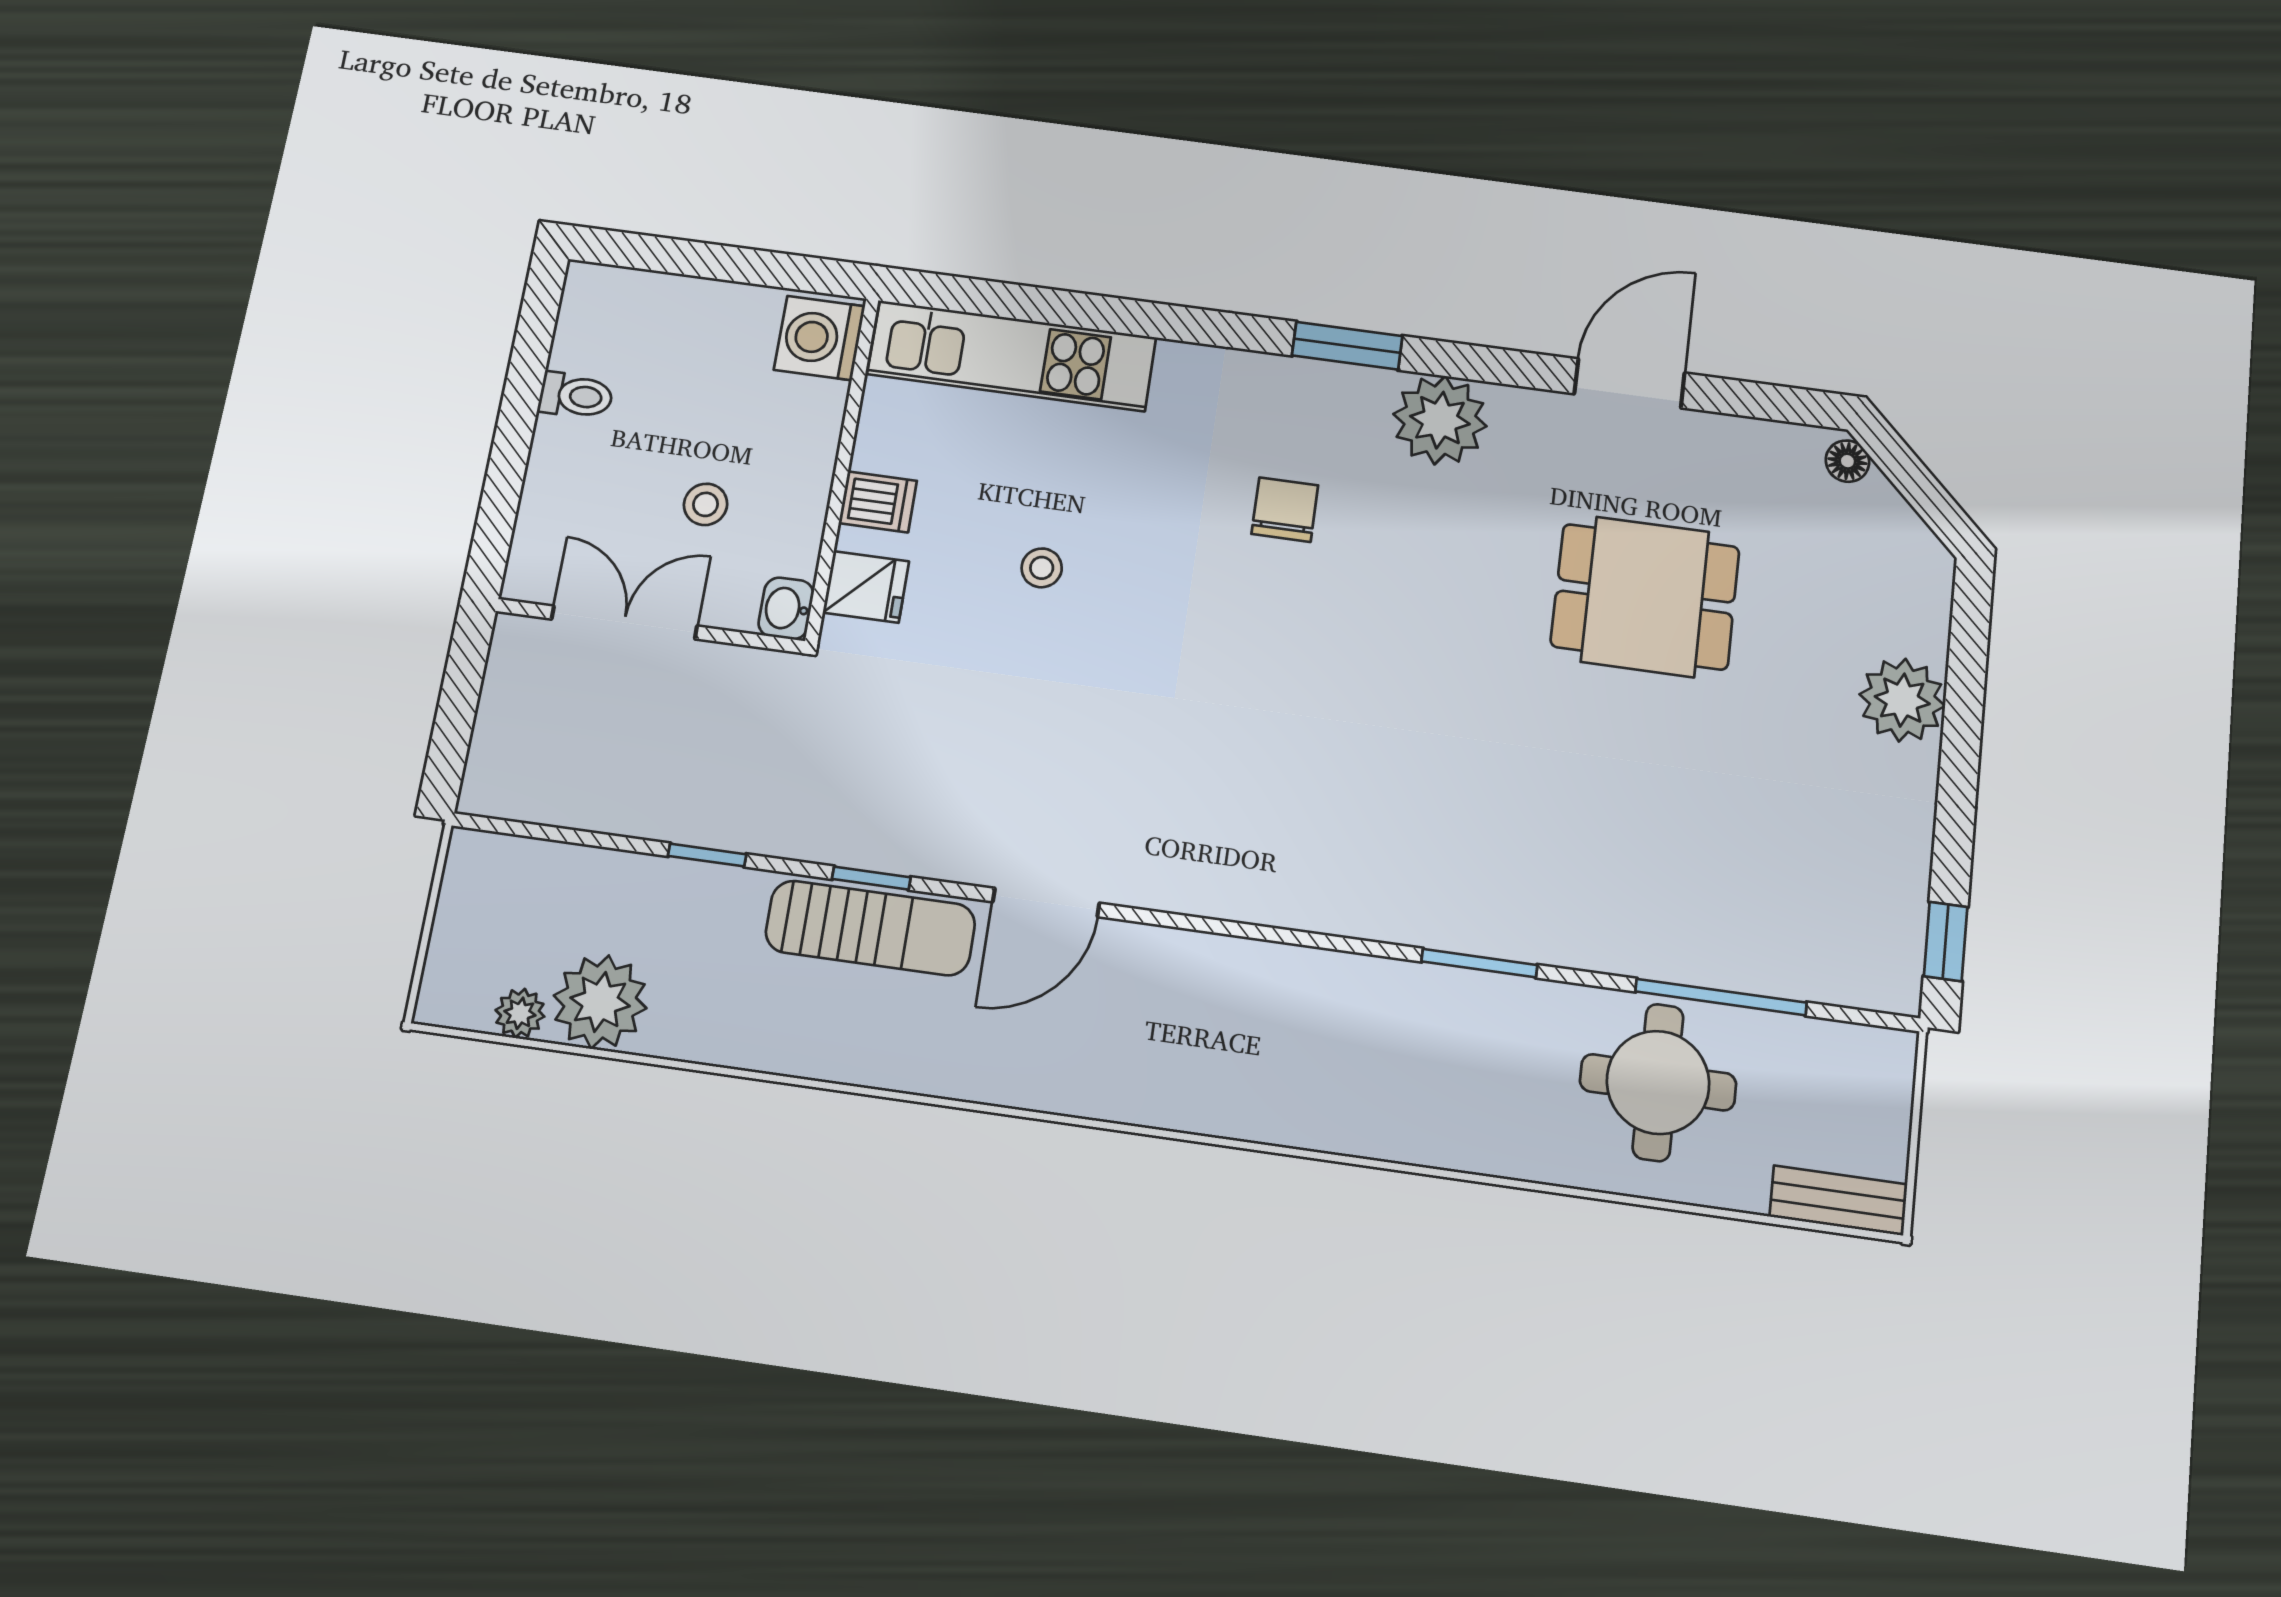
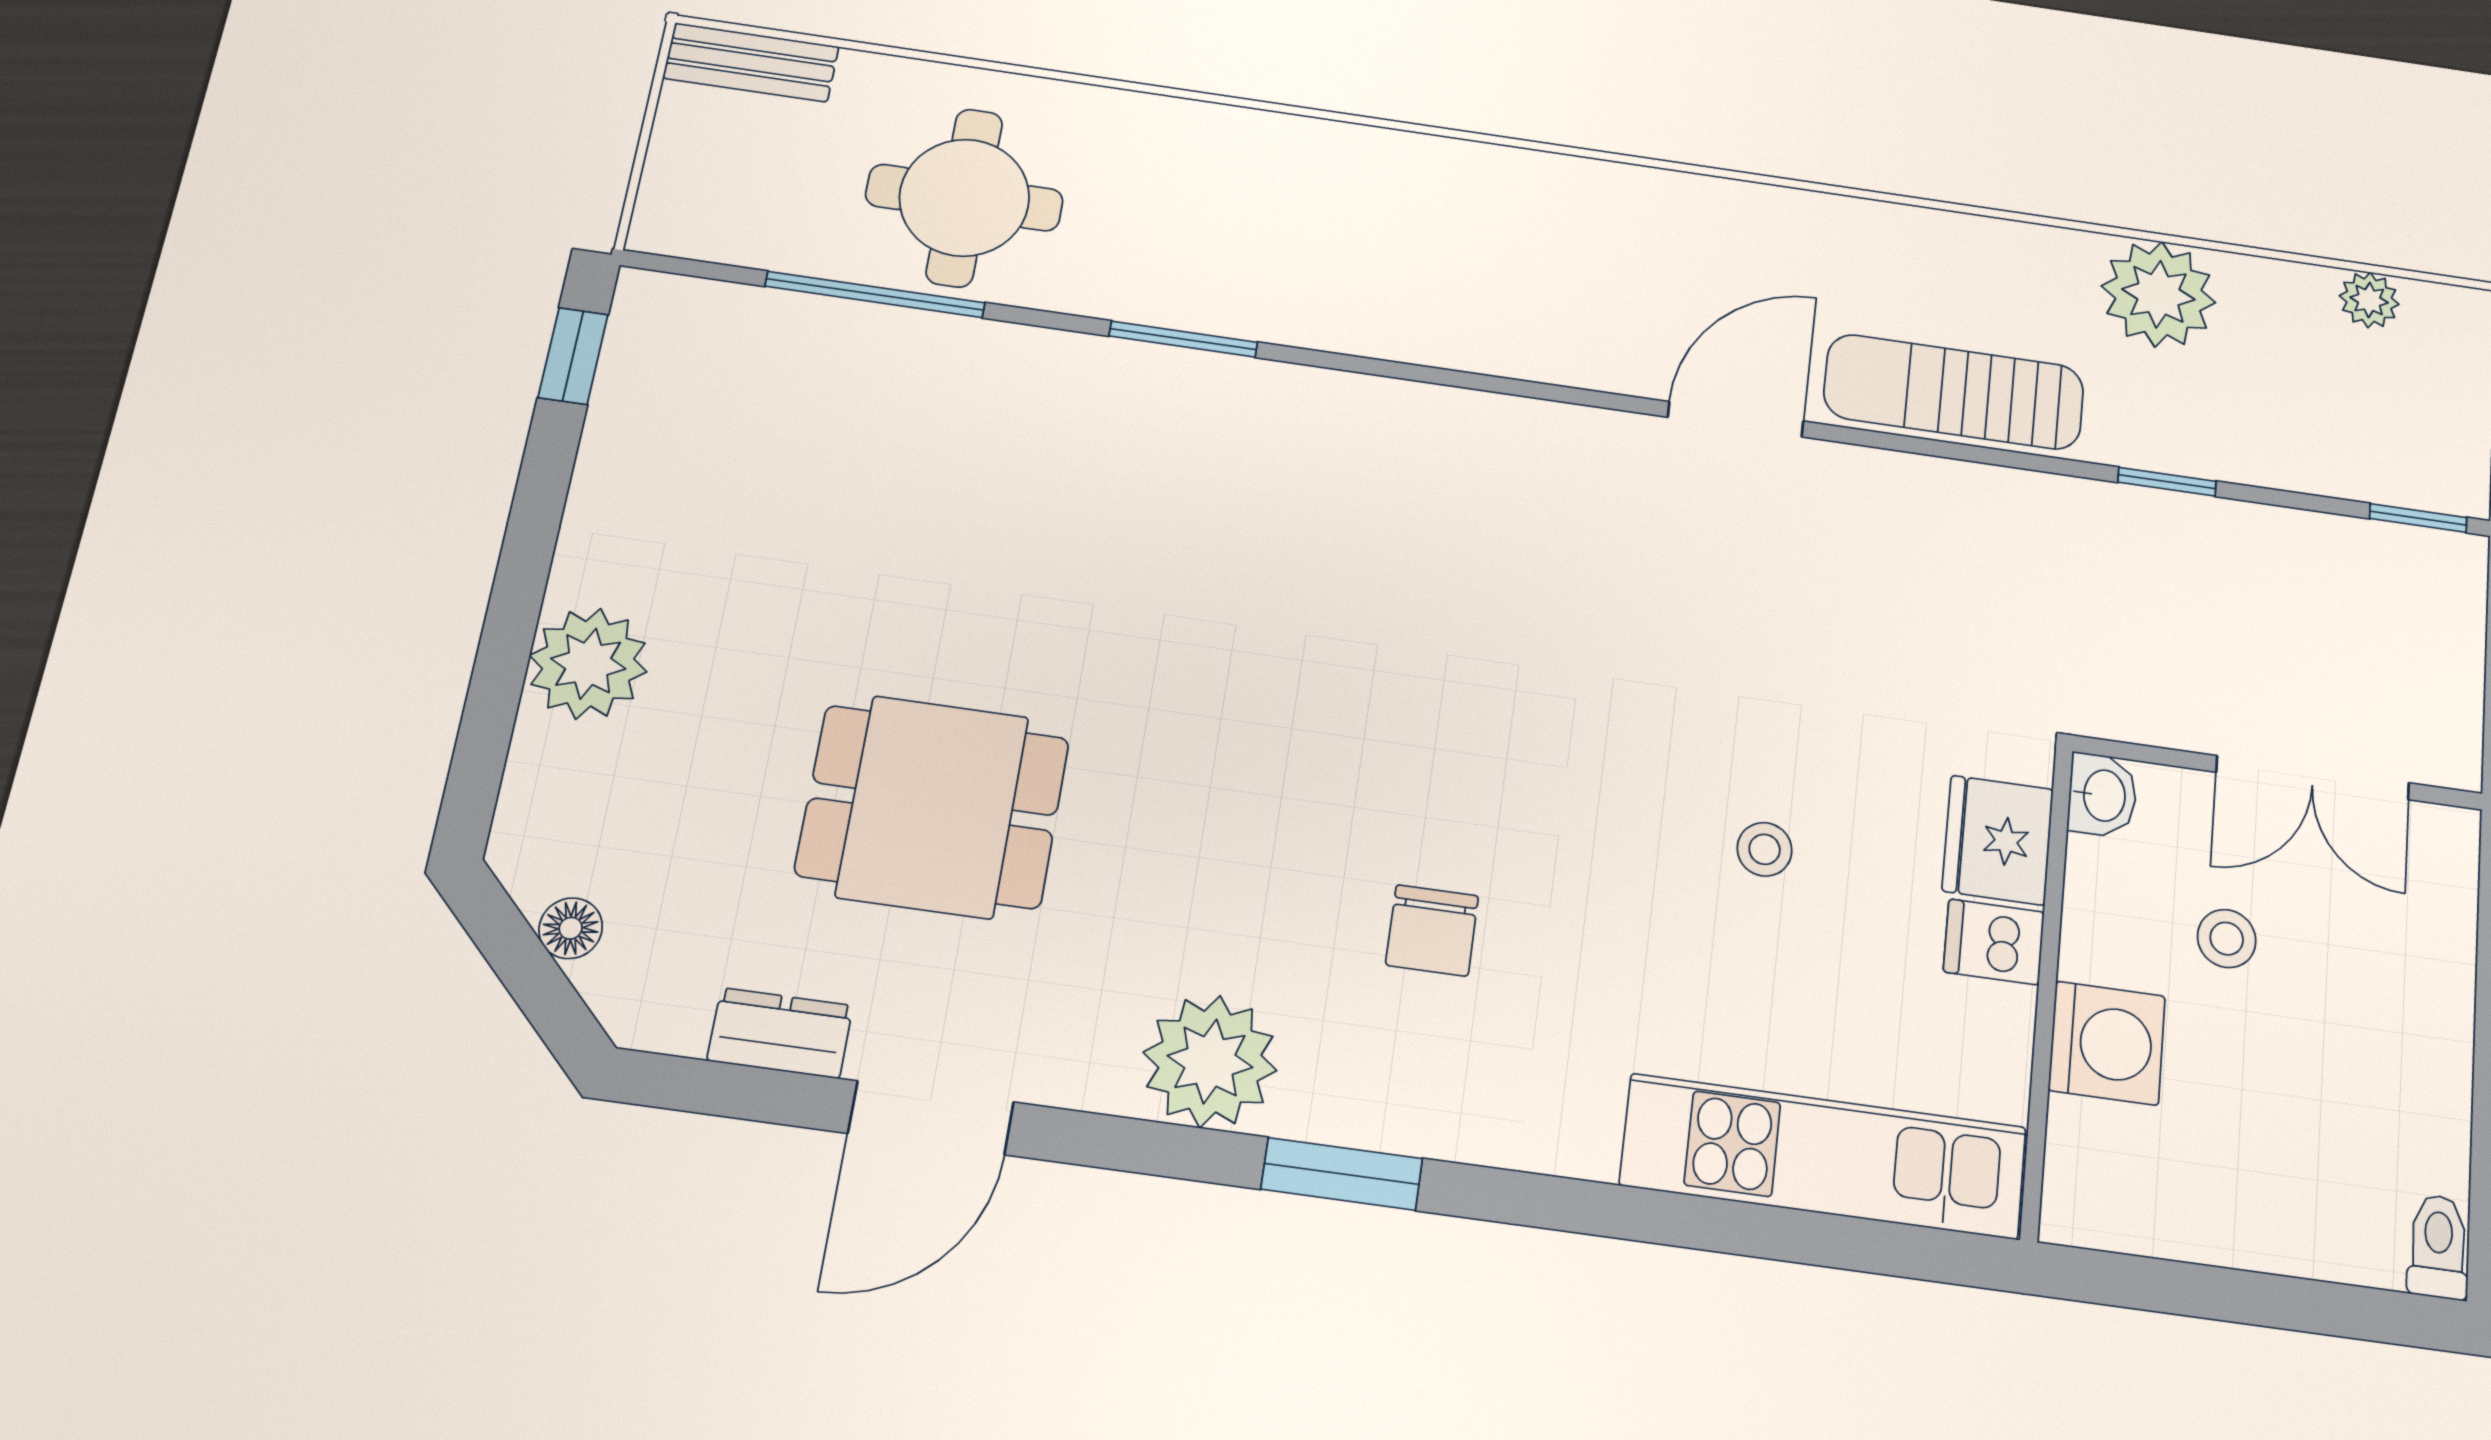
washing machine: (819, 338) -> (2107, 1043), moved
toilet: (576, 396) -> (2438, 1247), moved, turned 90
dresser: (1737, 440) -> (780, 1033), added
floor lamp: (1847, 461) -> (571, 928), moved
fridge: (866, 587) -> (1998, 840), width x1.38
window: (871, 878) -> (2418, 518), moved
plant: (600, 1002) -> (2158, 294), moved

